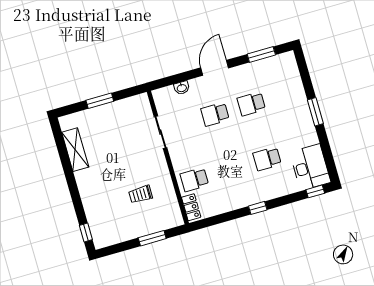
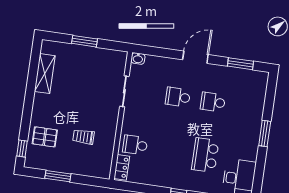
washbasin: (182, 88) -> (138, 58), moved
school desk: (267, 159) -> (205, 155), width x1.85
pallet: (103, 211) -> (45, 137), added
window: (152, 238) -> (58, 176), moved

